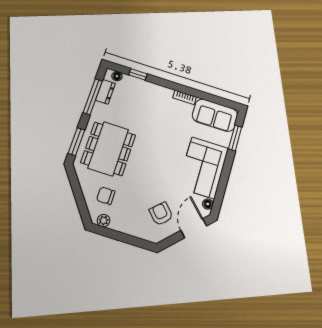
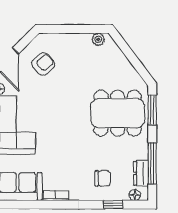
dining table: (108, 149) -> (118, 113), turned 90
chair: (106, 196) -> (103, 178), moved
armchair: (161, 214) -> (43, 64), turned -88

